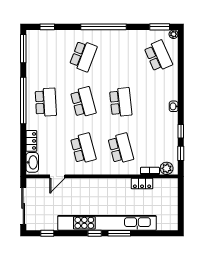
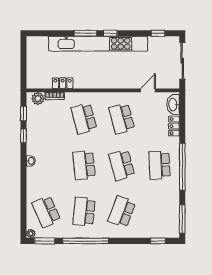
window: (104, 27) -> (86, 241), moved
school desk: (121, 56) -> (84, 212), added

